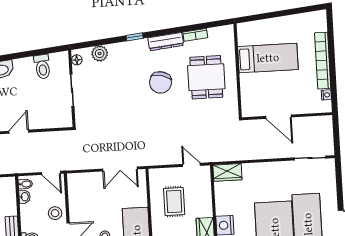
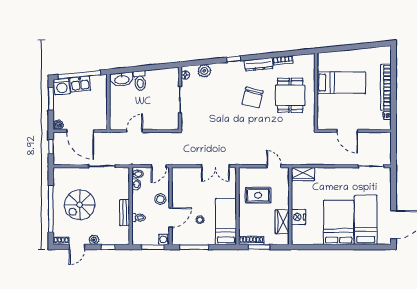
toilet: (42, 67) -> (140, 81), moved
door: (51, 173) -> (159, 166), hinge flipped
rug: (174, 202) -> (258, 195), turned 90

